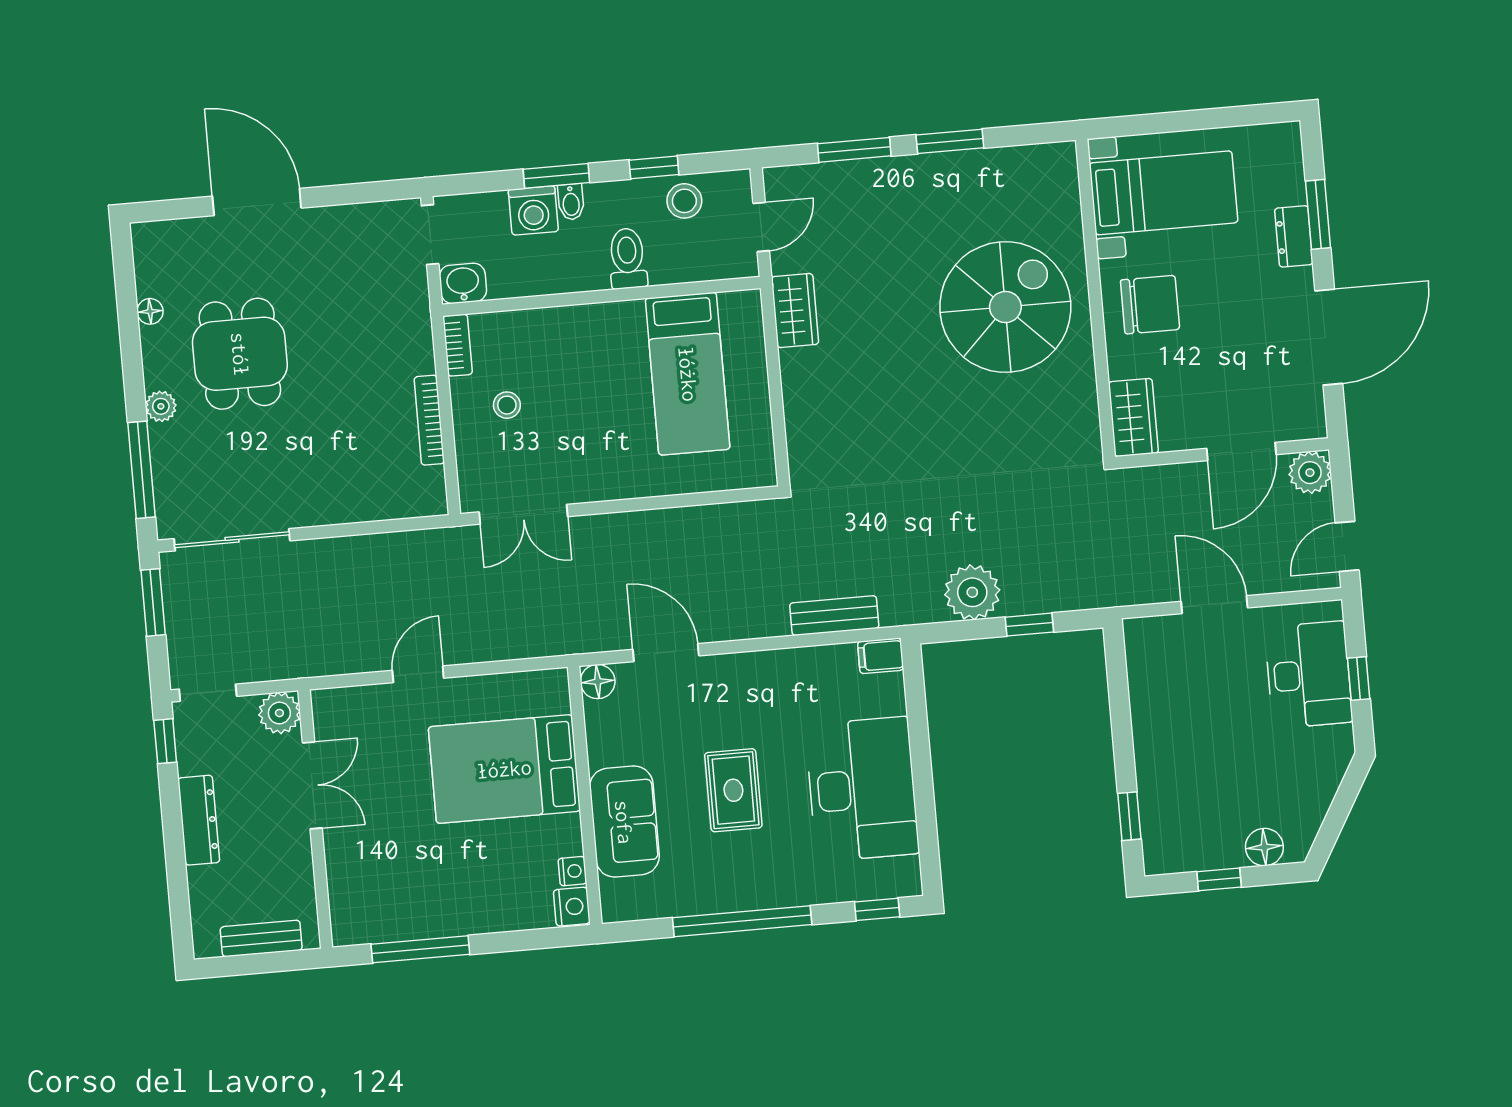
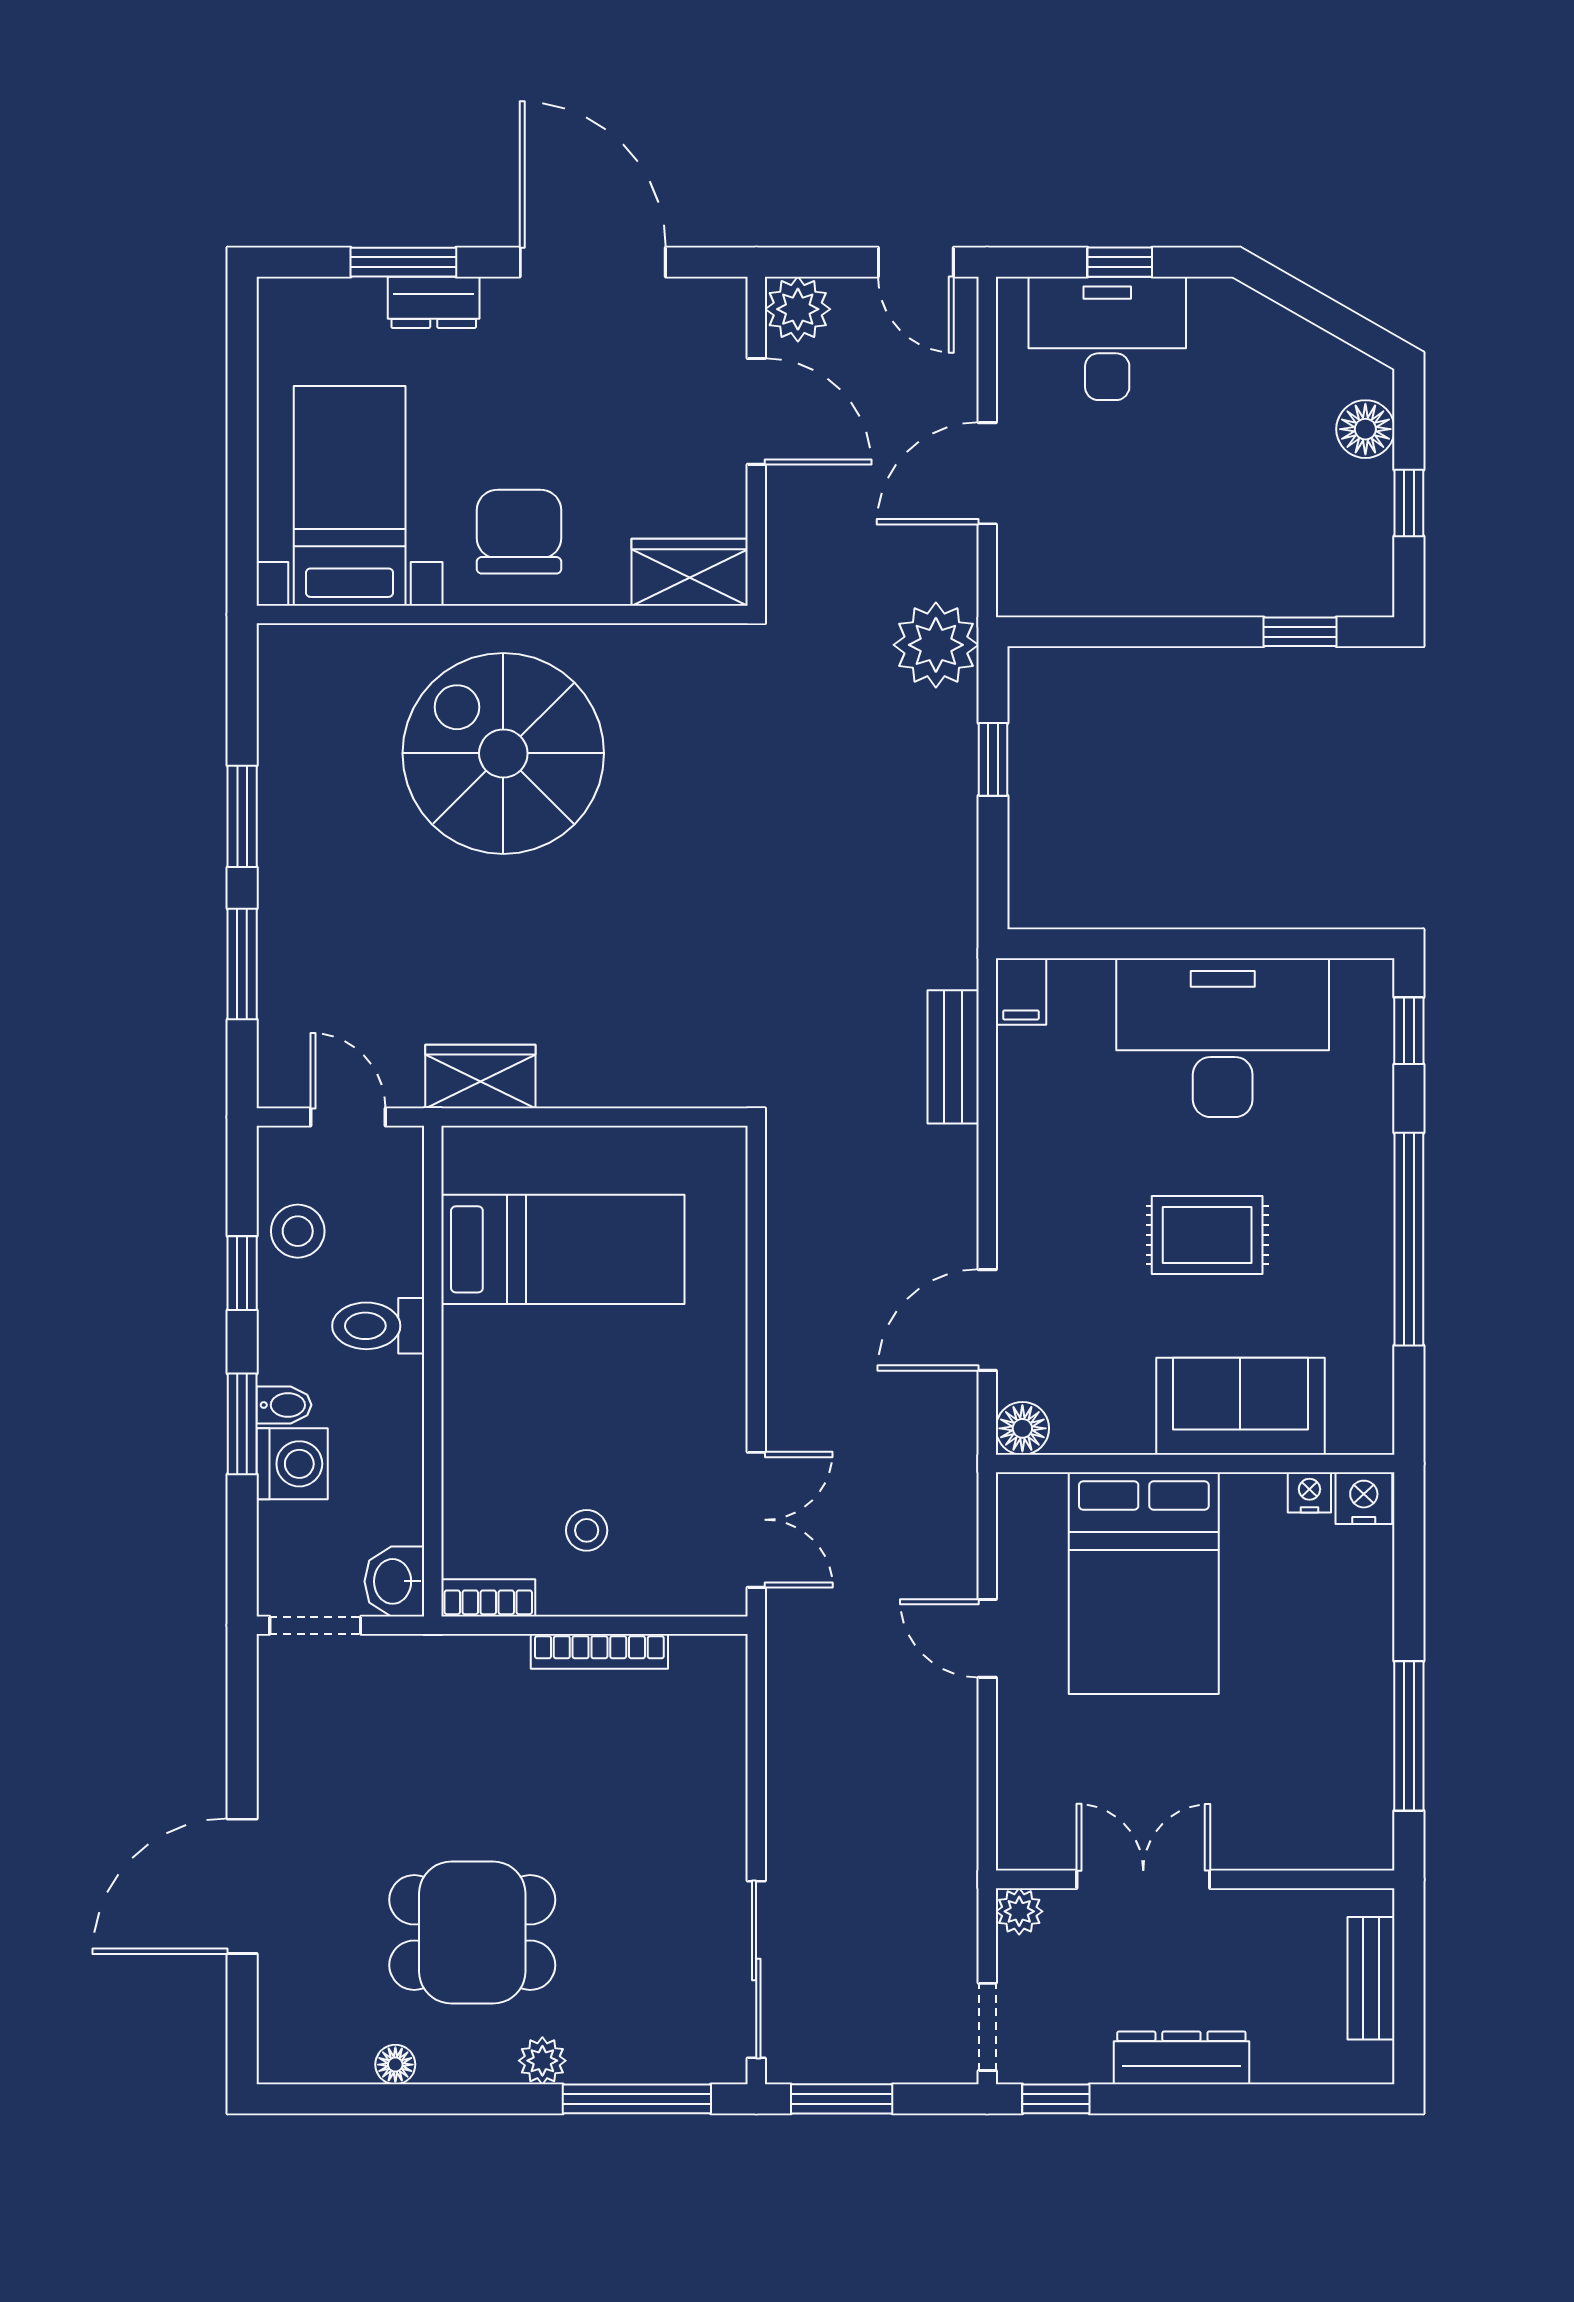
plant: (972, 592) -> (936, 645), moved
door: (418, 674) -> (987, 1638), moved
plant: (279, 713) -> (1019, 1911), width x0.73, depth x0.73

